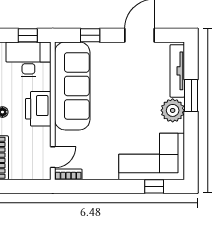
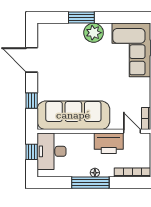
tv unit: (177, 71) -> (61, 29), removed
printer: (38, 109) -> (109, 143), moved

